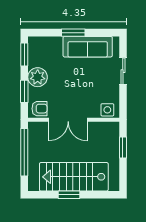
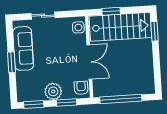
stairs: (74, 177) -> (120, 27), moved, turned -90
window: (69, 195) -> (155, 31), moved

